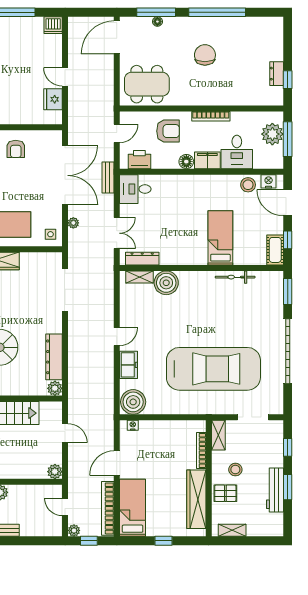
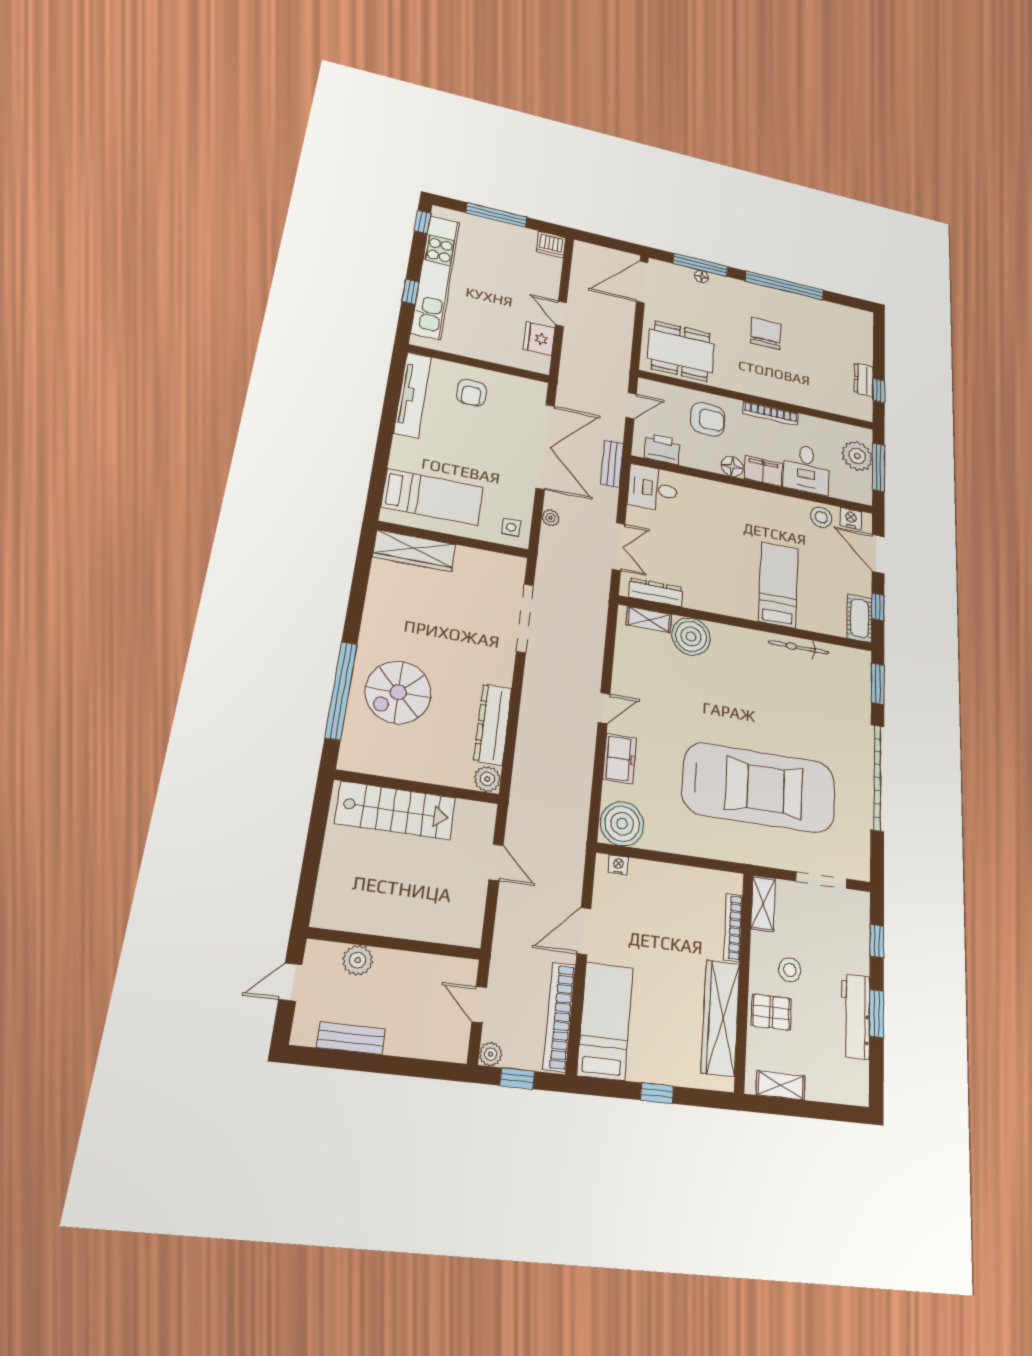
plant: (55, 472) -> (468, 932), removed

